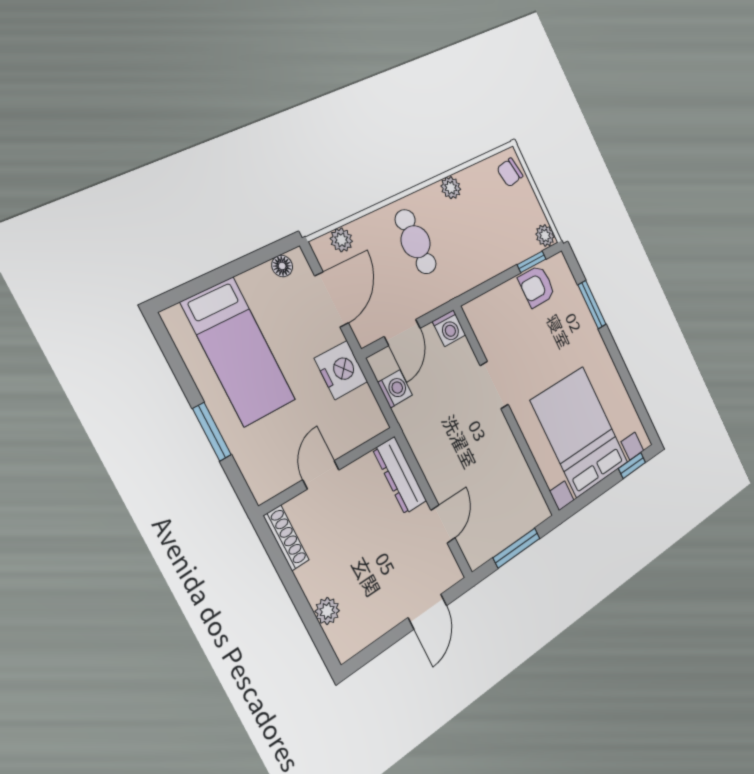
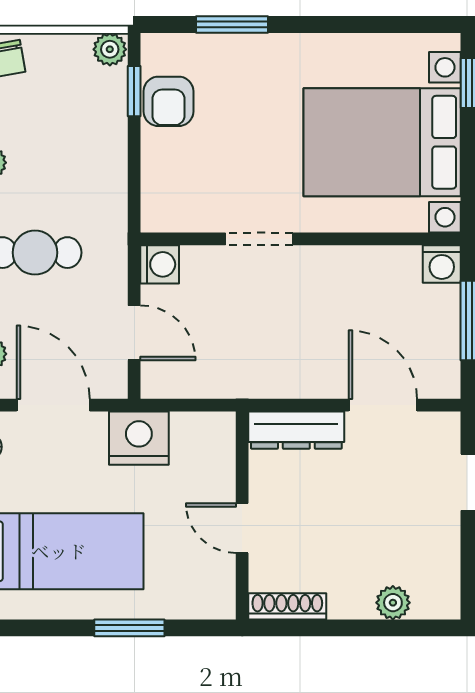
washing machine: (395, 389) -> (442, 264), moved, turned 180
door: (443, 524) -> (383, 405), width x1.38

